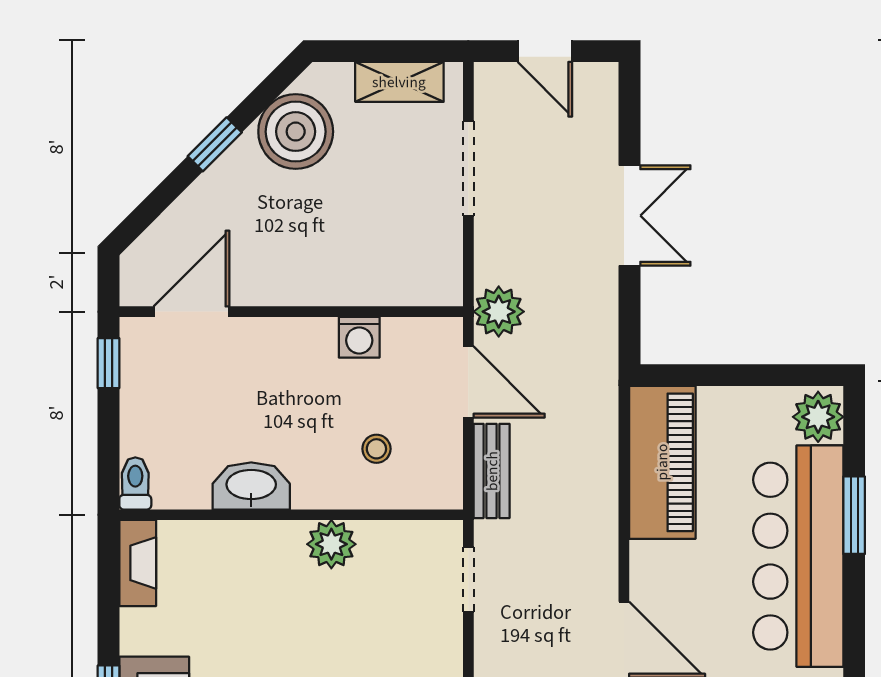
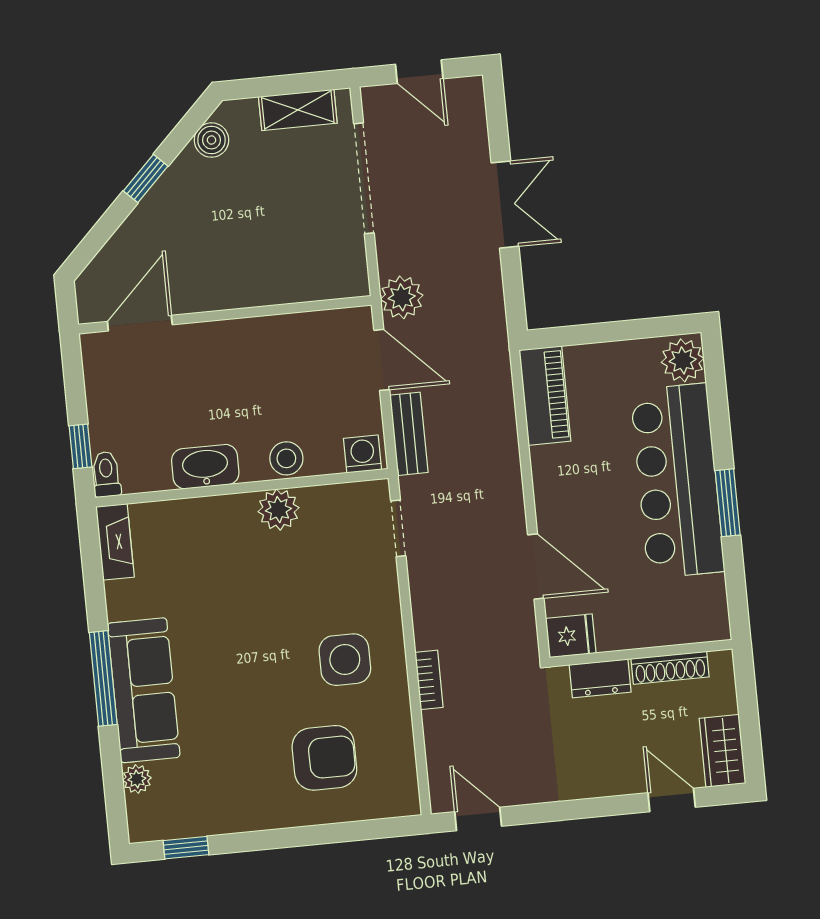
boiler: (296, 132) -> (211, 140), width x0.54, depth x0.54
doorway: (468, 169) -> (364, 178), width x1.36
washing machine: (359, 337) -> (363, 454), moved, turned 180
window: (108, 363) -> (80, 446), moved
stool: (376, 449) -> (286, 458), moved, width x1.37, depth x1.37
piano: (662, 462) -> (545, 396), width x0.73, depth x0.75
window: (854, 515) -> (728, 503), moved

